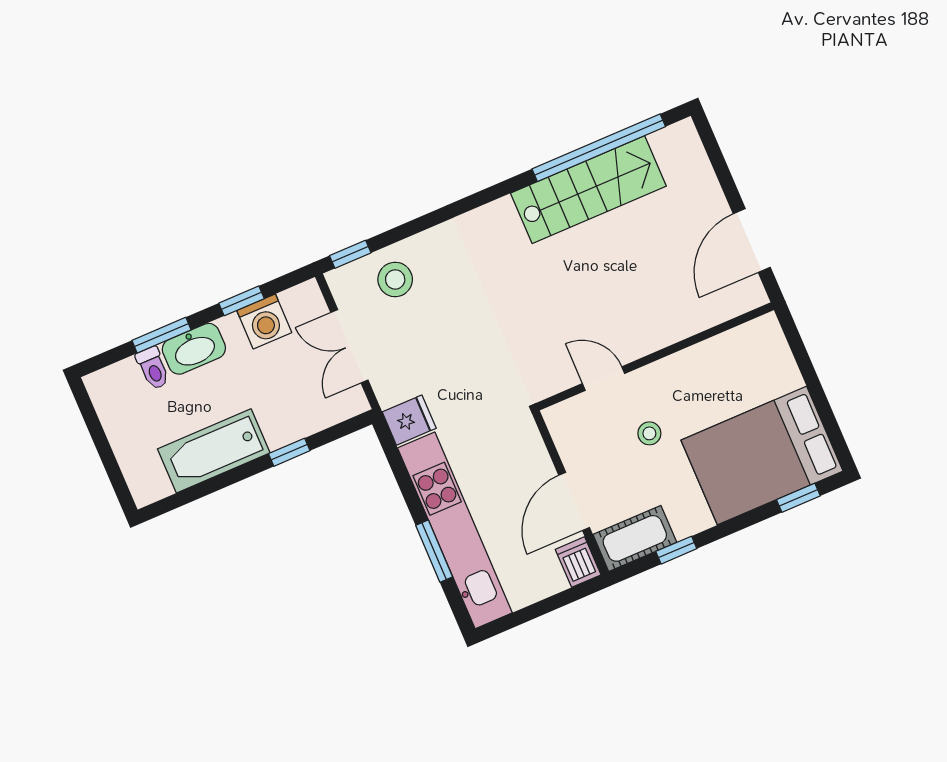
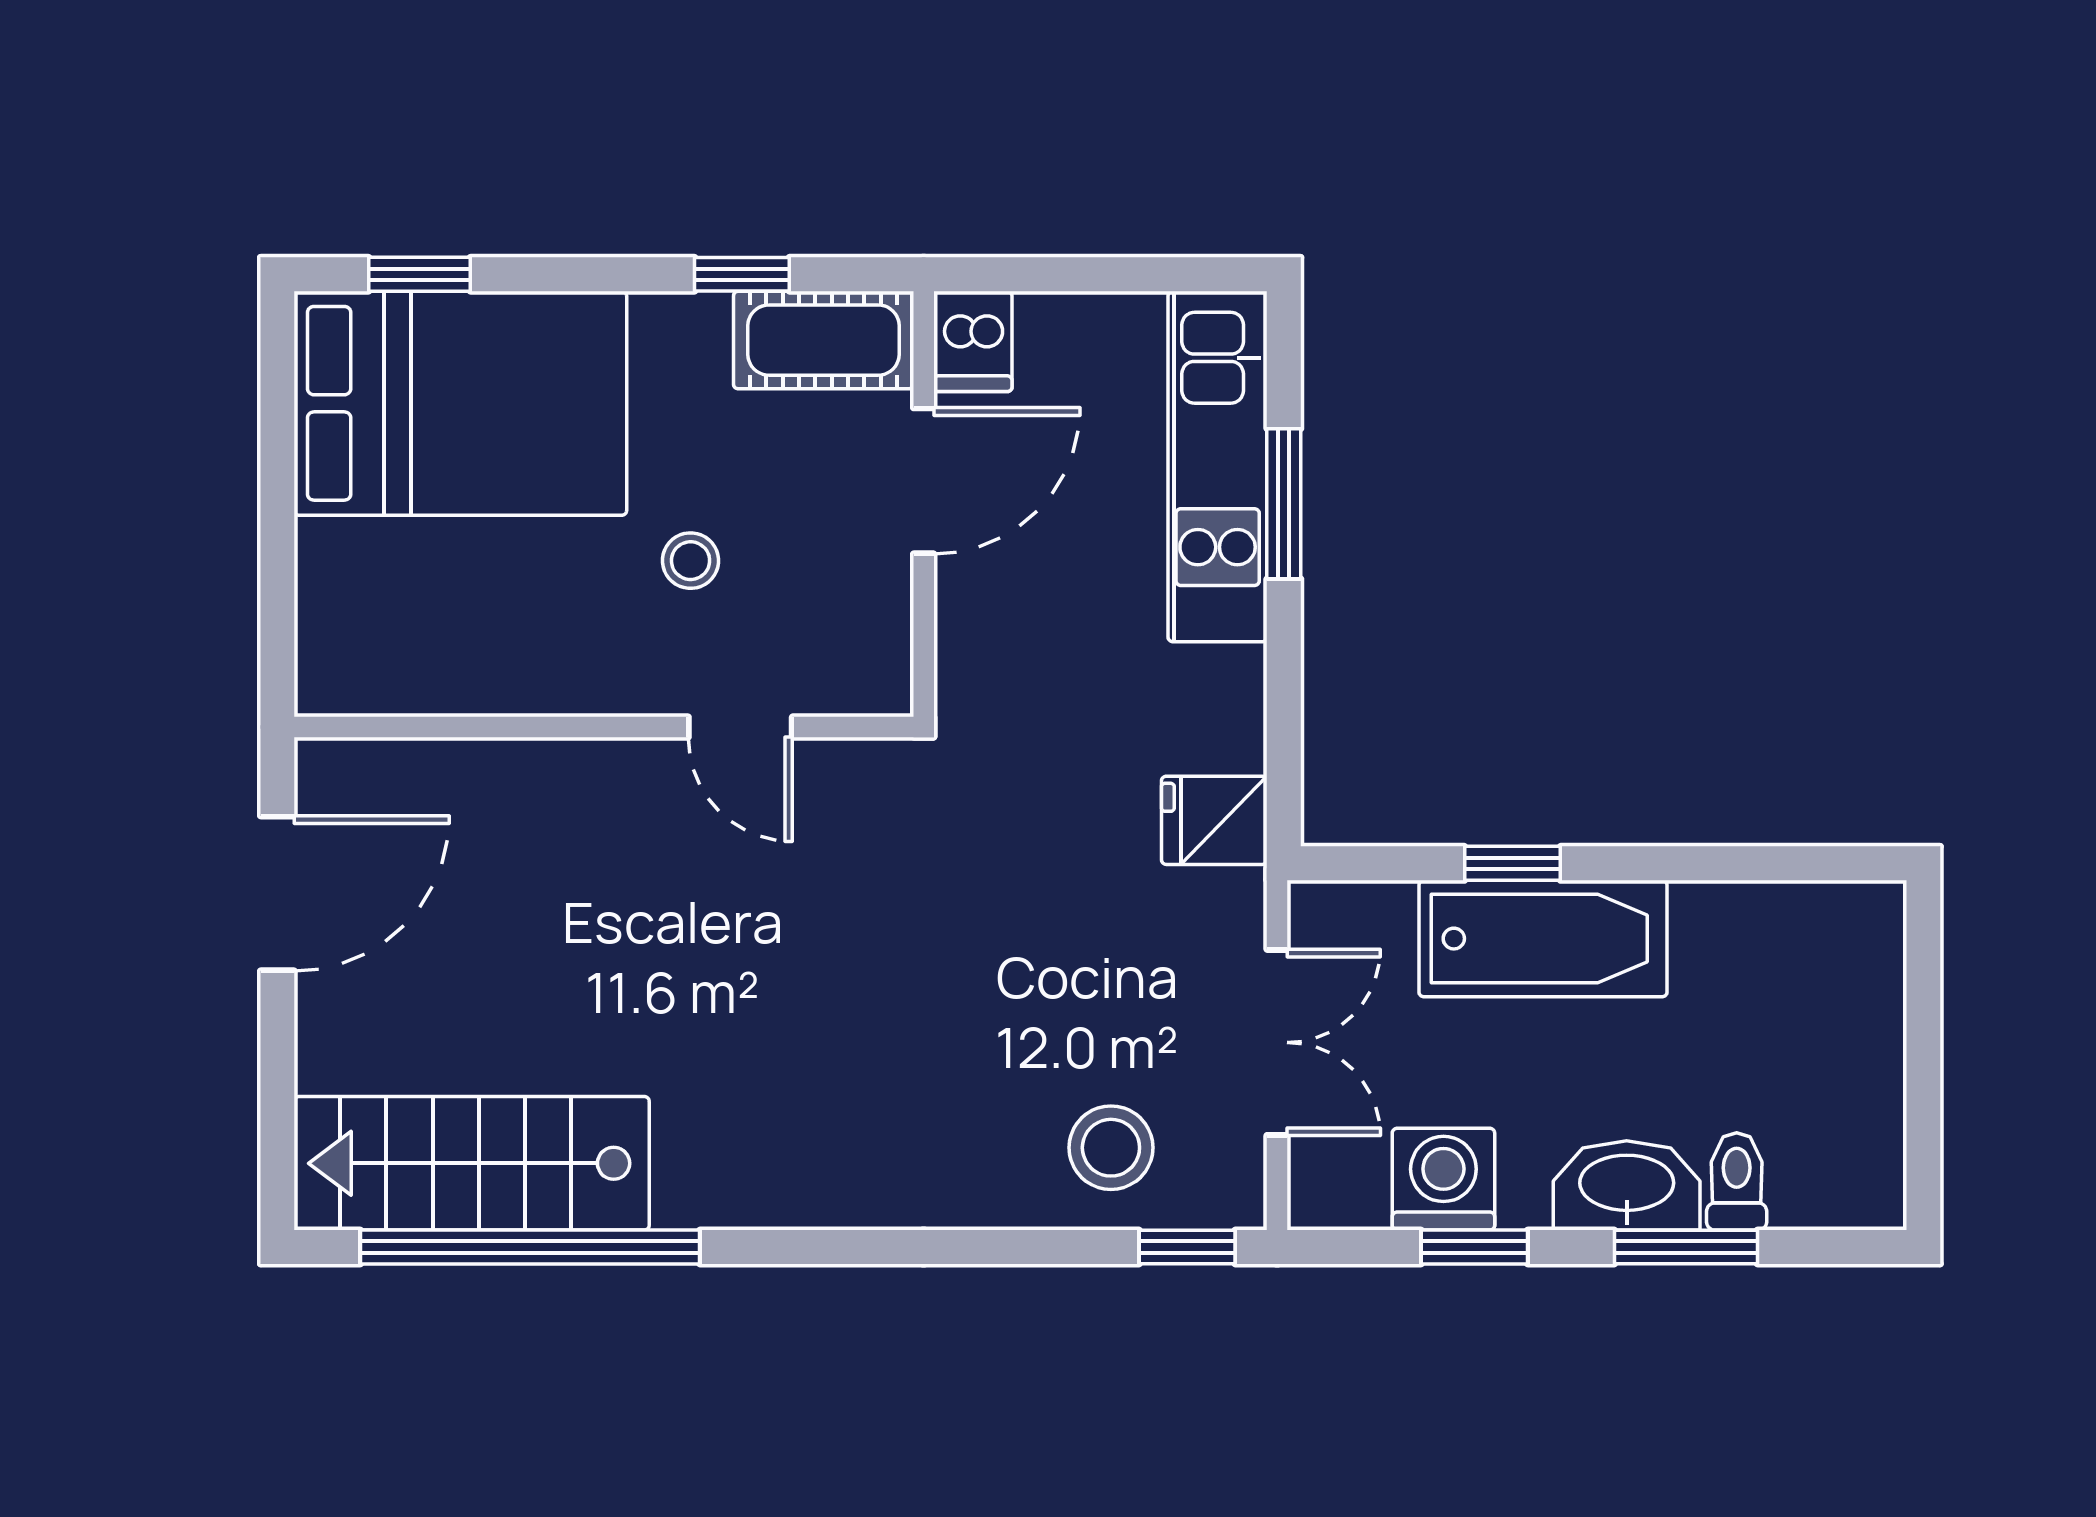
stairs: (588, 190) -> (472, 1163), moved
bathtub: (214, 451) -> (1543, 939), moved
kitchen unit: (455, 530) -> (1218, 466), width x0.73

